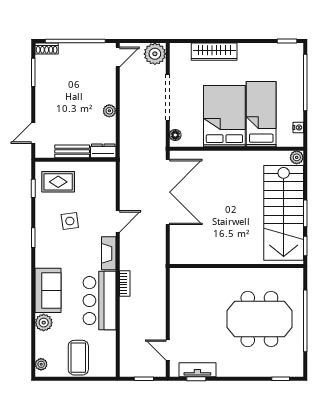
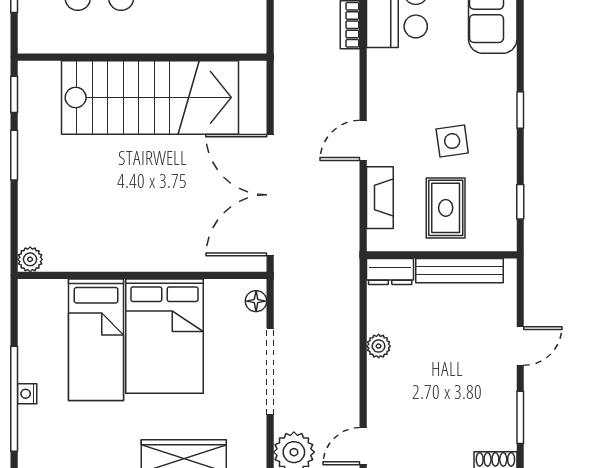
nightstand: (298, 127) -> (27, 394), moved
door: (33, 133) -> (520, 346), moved
bench: (72, 151) -> (459, 271), width x1.36
rug: (58, 182) -> (446, 208), moved, turned 90
stairs: (284, 213) -> (150, 97), moved, turned 90
fireplace: (109, 253) -> (380, 198), moved

